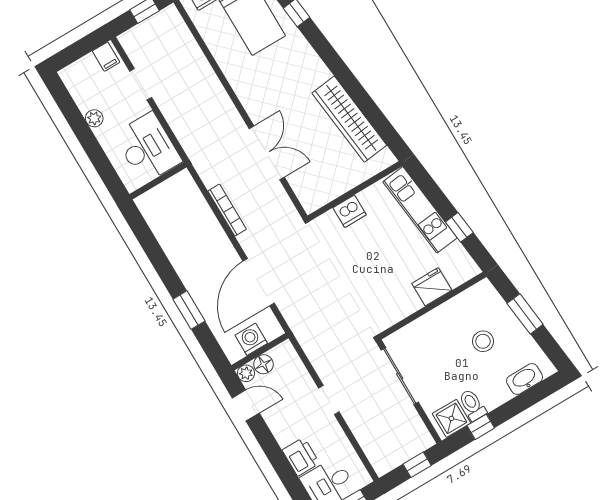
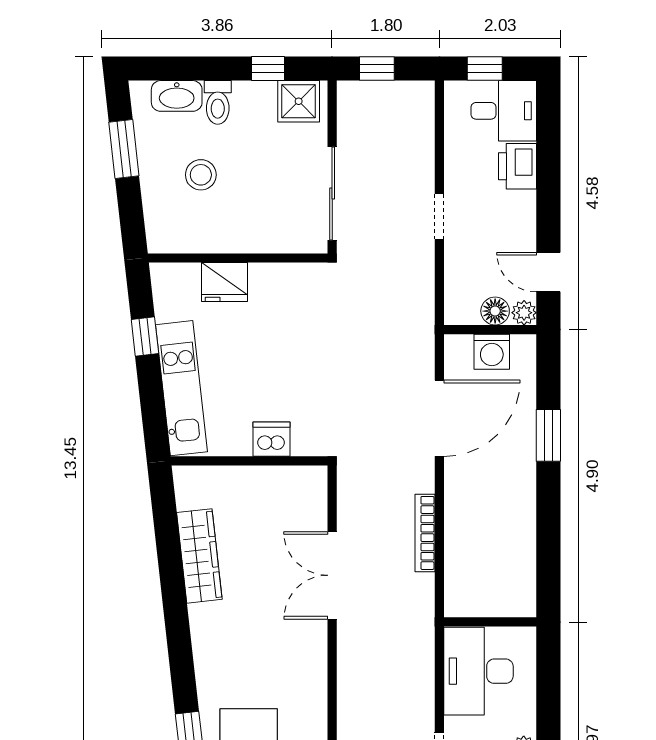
wardrobe: (349, 119) -> (199, 556), width x0.71, depth x0.85
window: (525, 314) -> (124, 149), moved
toilet: (472, 405) -> (218, 102), moved

